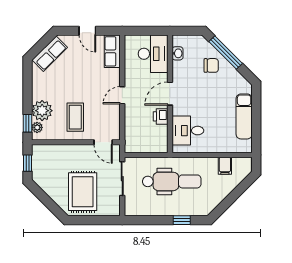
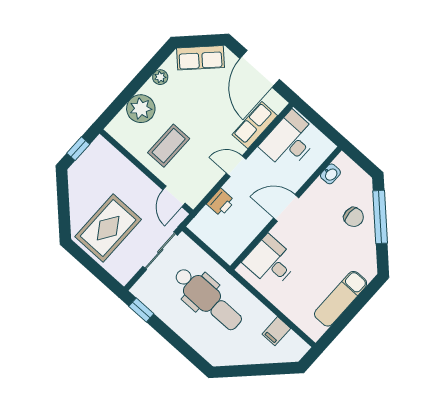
door: (87, 31) -> (260, 69), width x1.88
row of seats: (112, 51) -> (255, 125), moved
desk: (153, 54) -> (290, 141), moved, turned 180
printer: (161, 116) -> (221, 202), moved, turned 180
window: (28, 123) -> (114, 108), removed
plant: (37, 127) -> (160, 77), moved
window: (182, 220) -> (141, 310), moved

